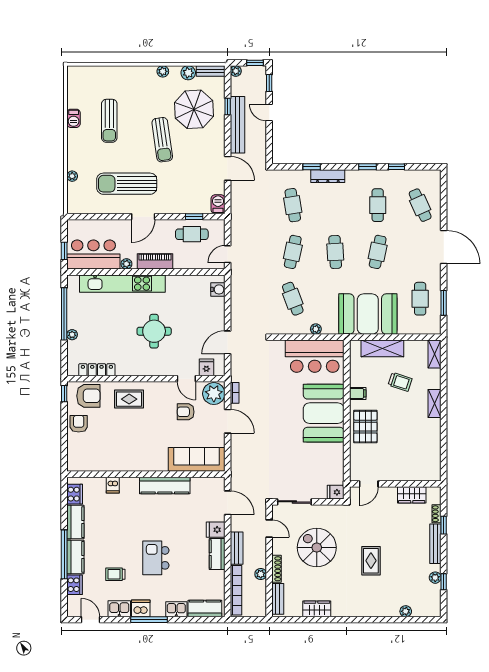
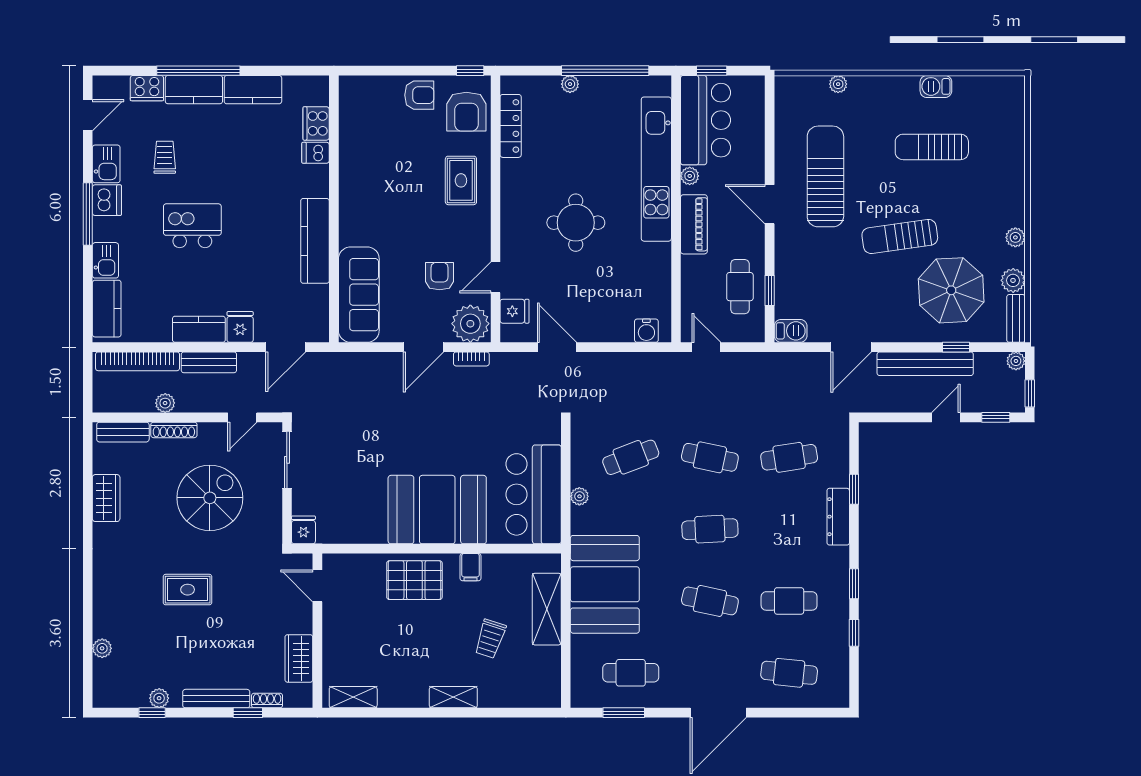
cafe table: (420, 205) -> (789, 673), turned 30
shelving: (435, 354) -> (353, 697), moved
cooker: (75, 494) -> (316, 123), moved, turned 90

